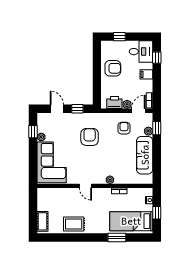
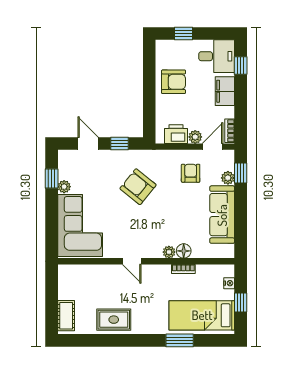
filing cabinet: (146, 74) -> (225, 91), width x2.00
armchair: (90, 137) -> (138, 187), turned -51
floor lamp: (119, 179) -> (184, 251), added

